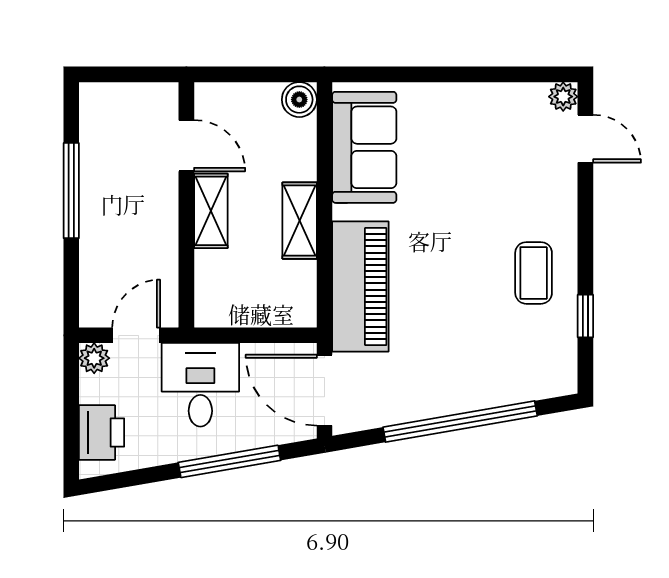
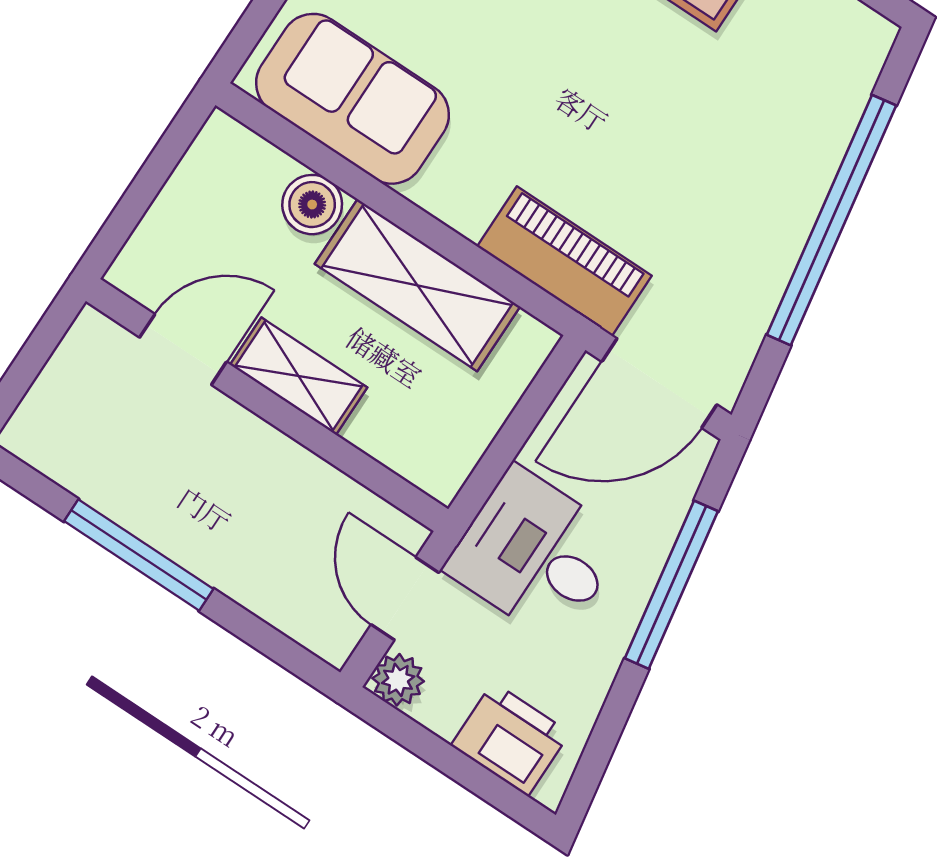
boiler: (299, 100) -> (312, 205), moved
shelving: (300, 221) -> (417, 285), width x1.50, depth x1.33
piano: (360, 287) -> (564, 261), width x0.73, depth x0.75

